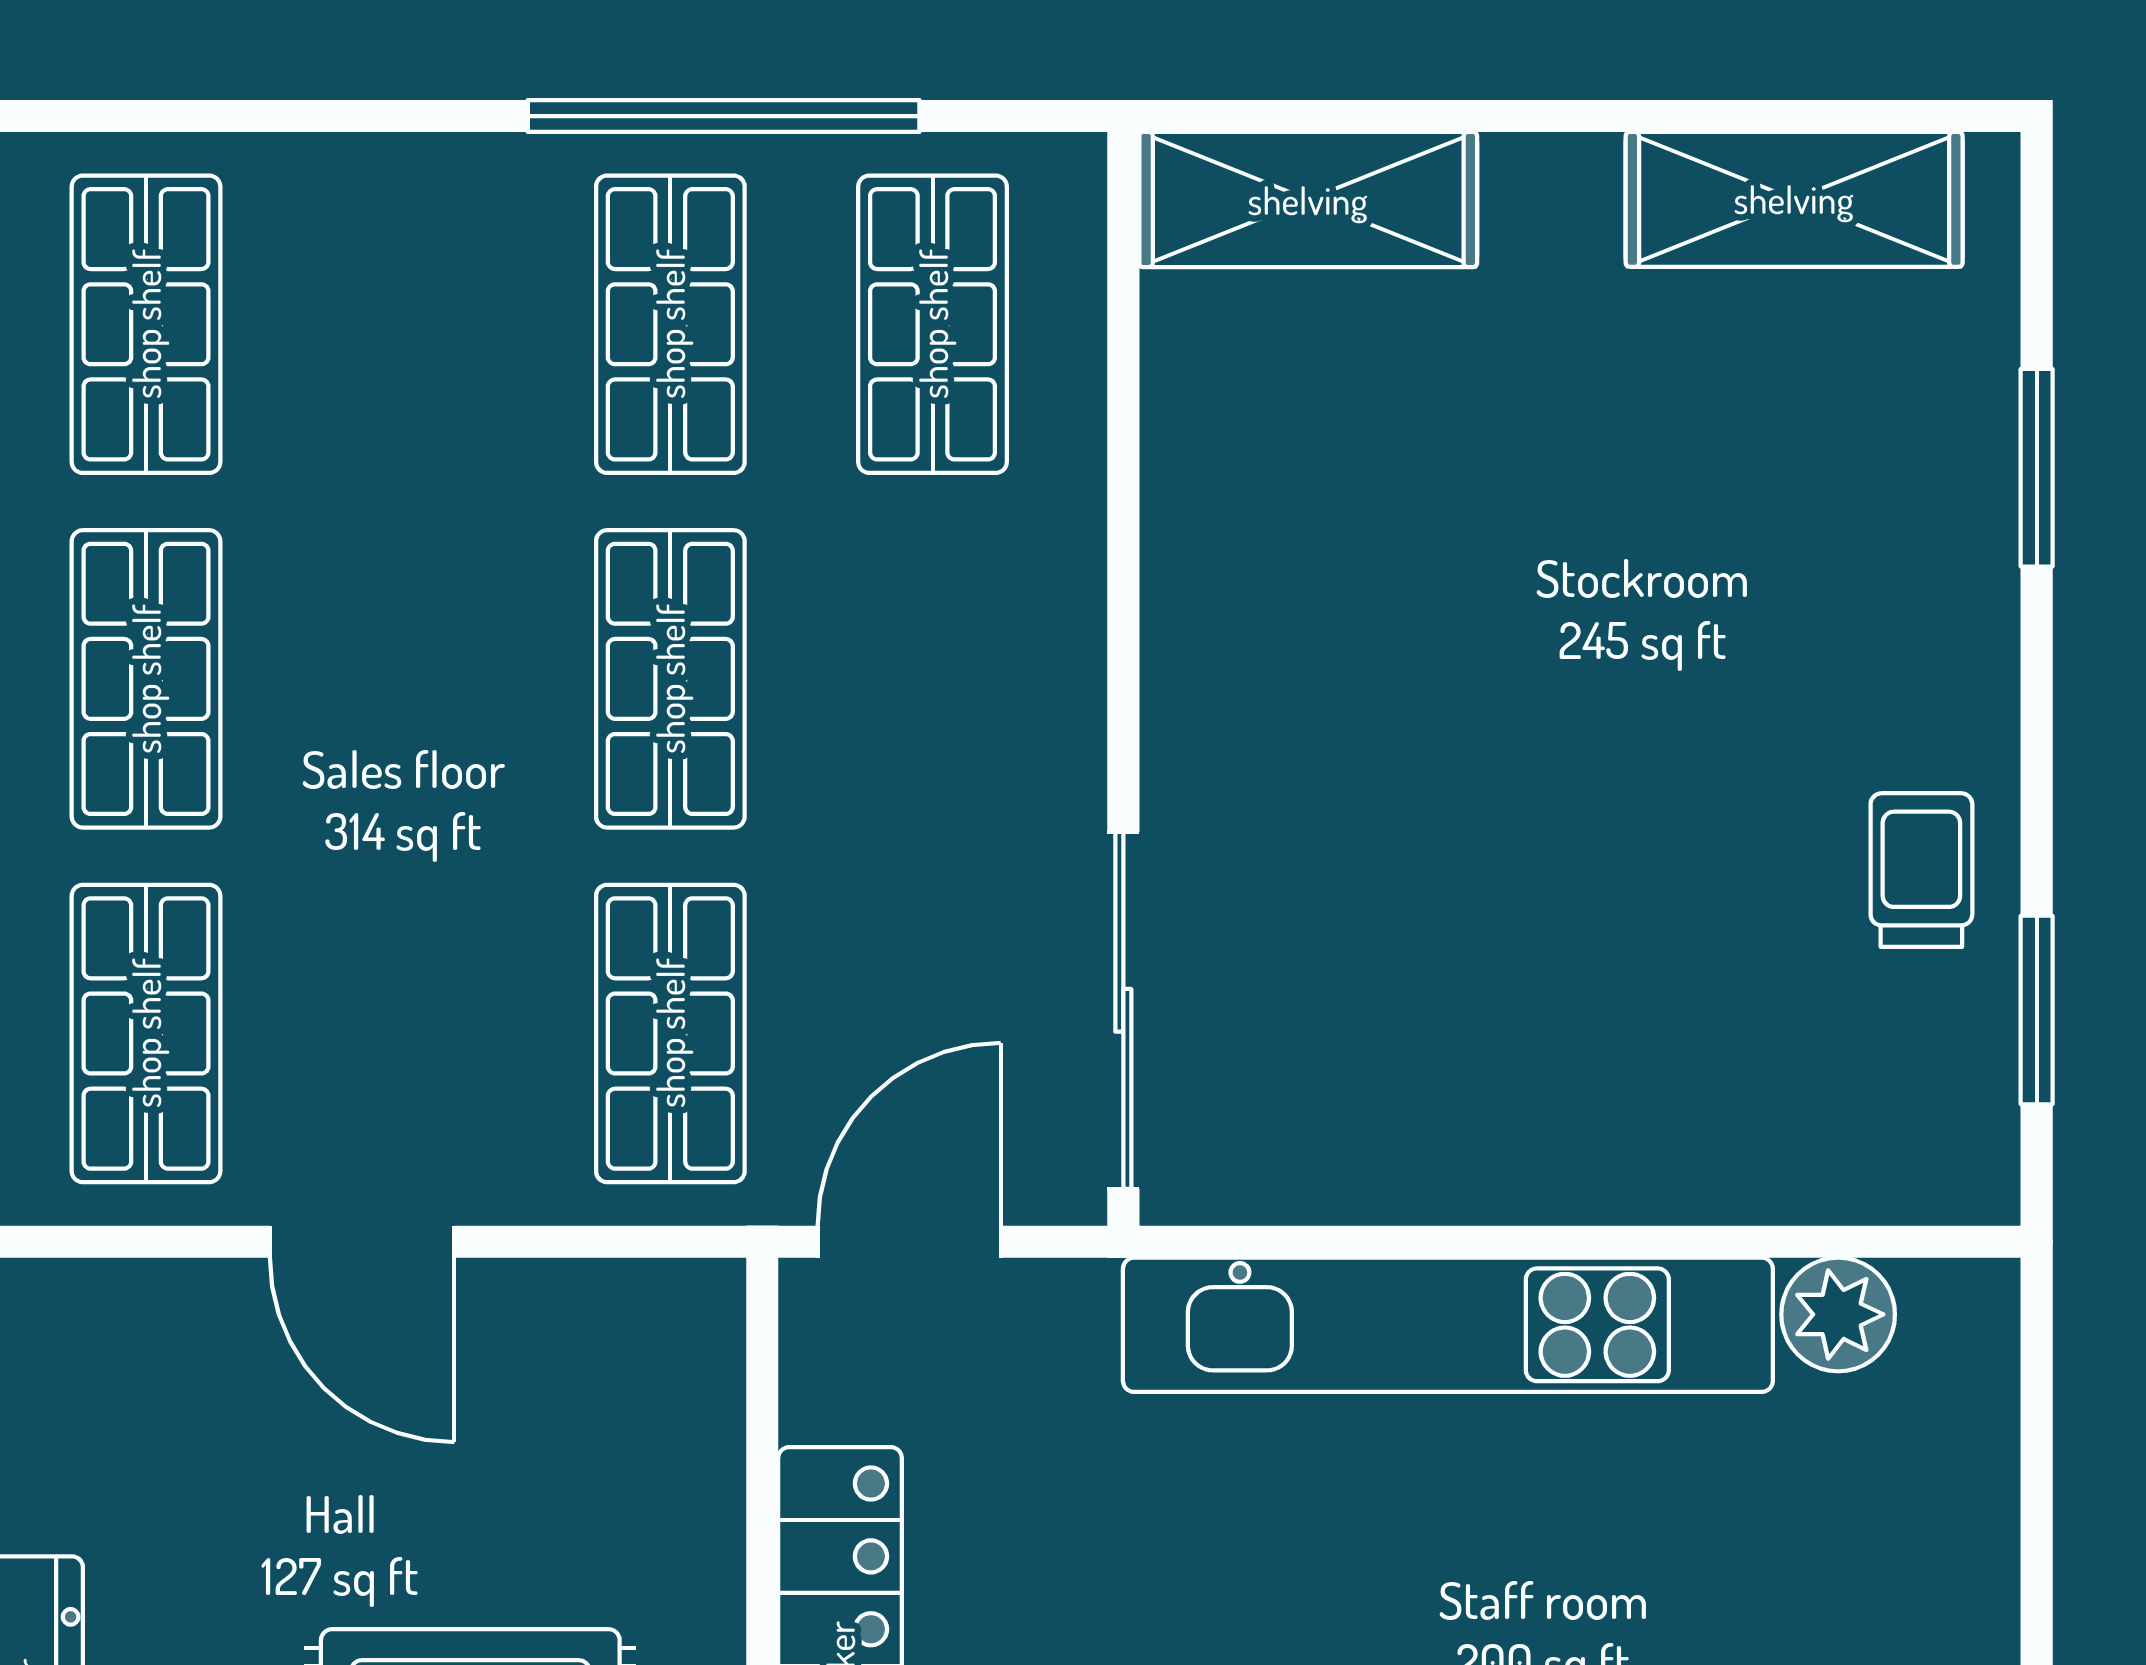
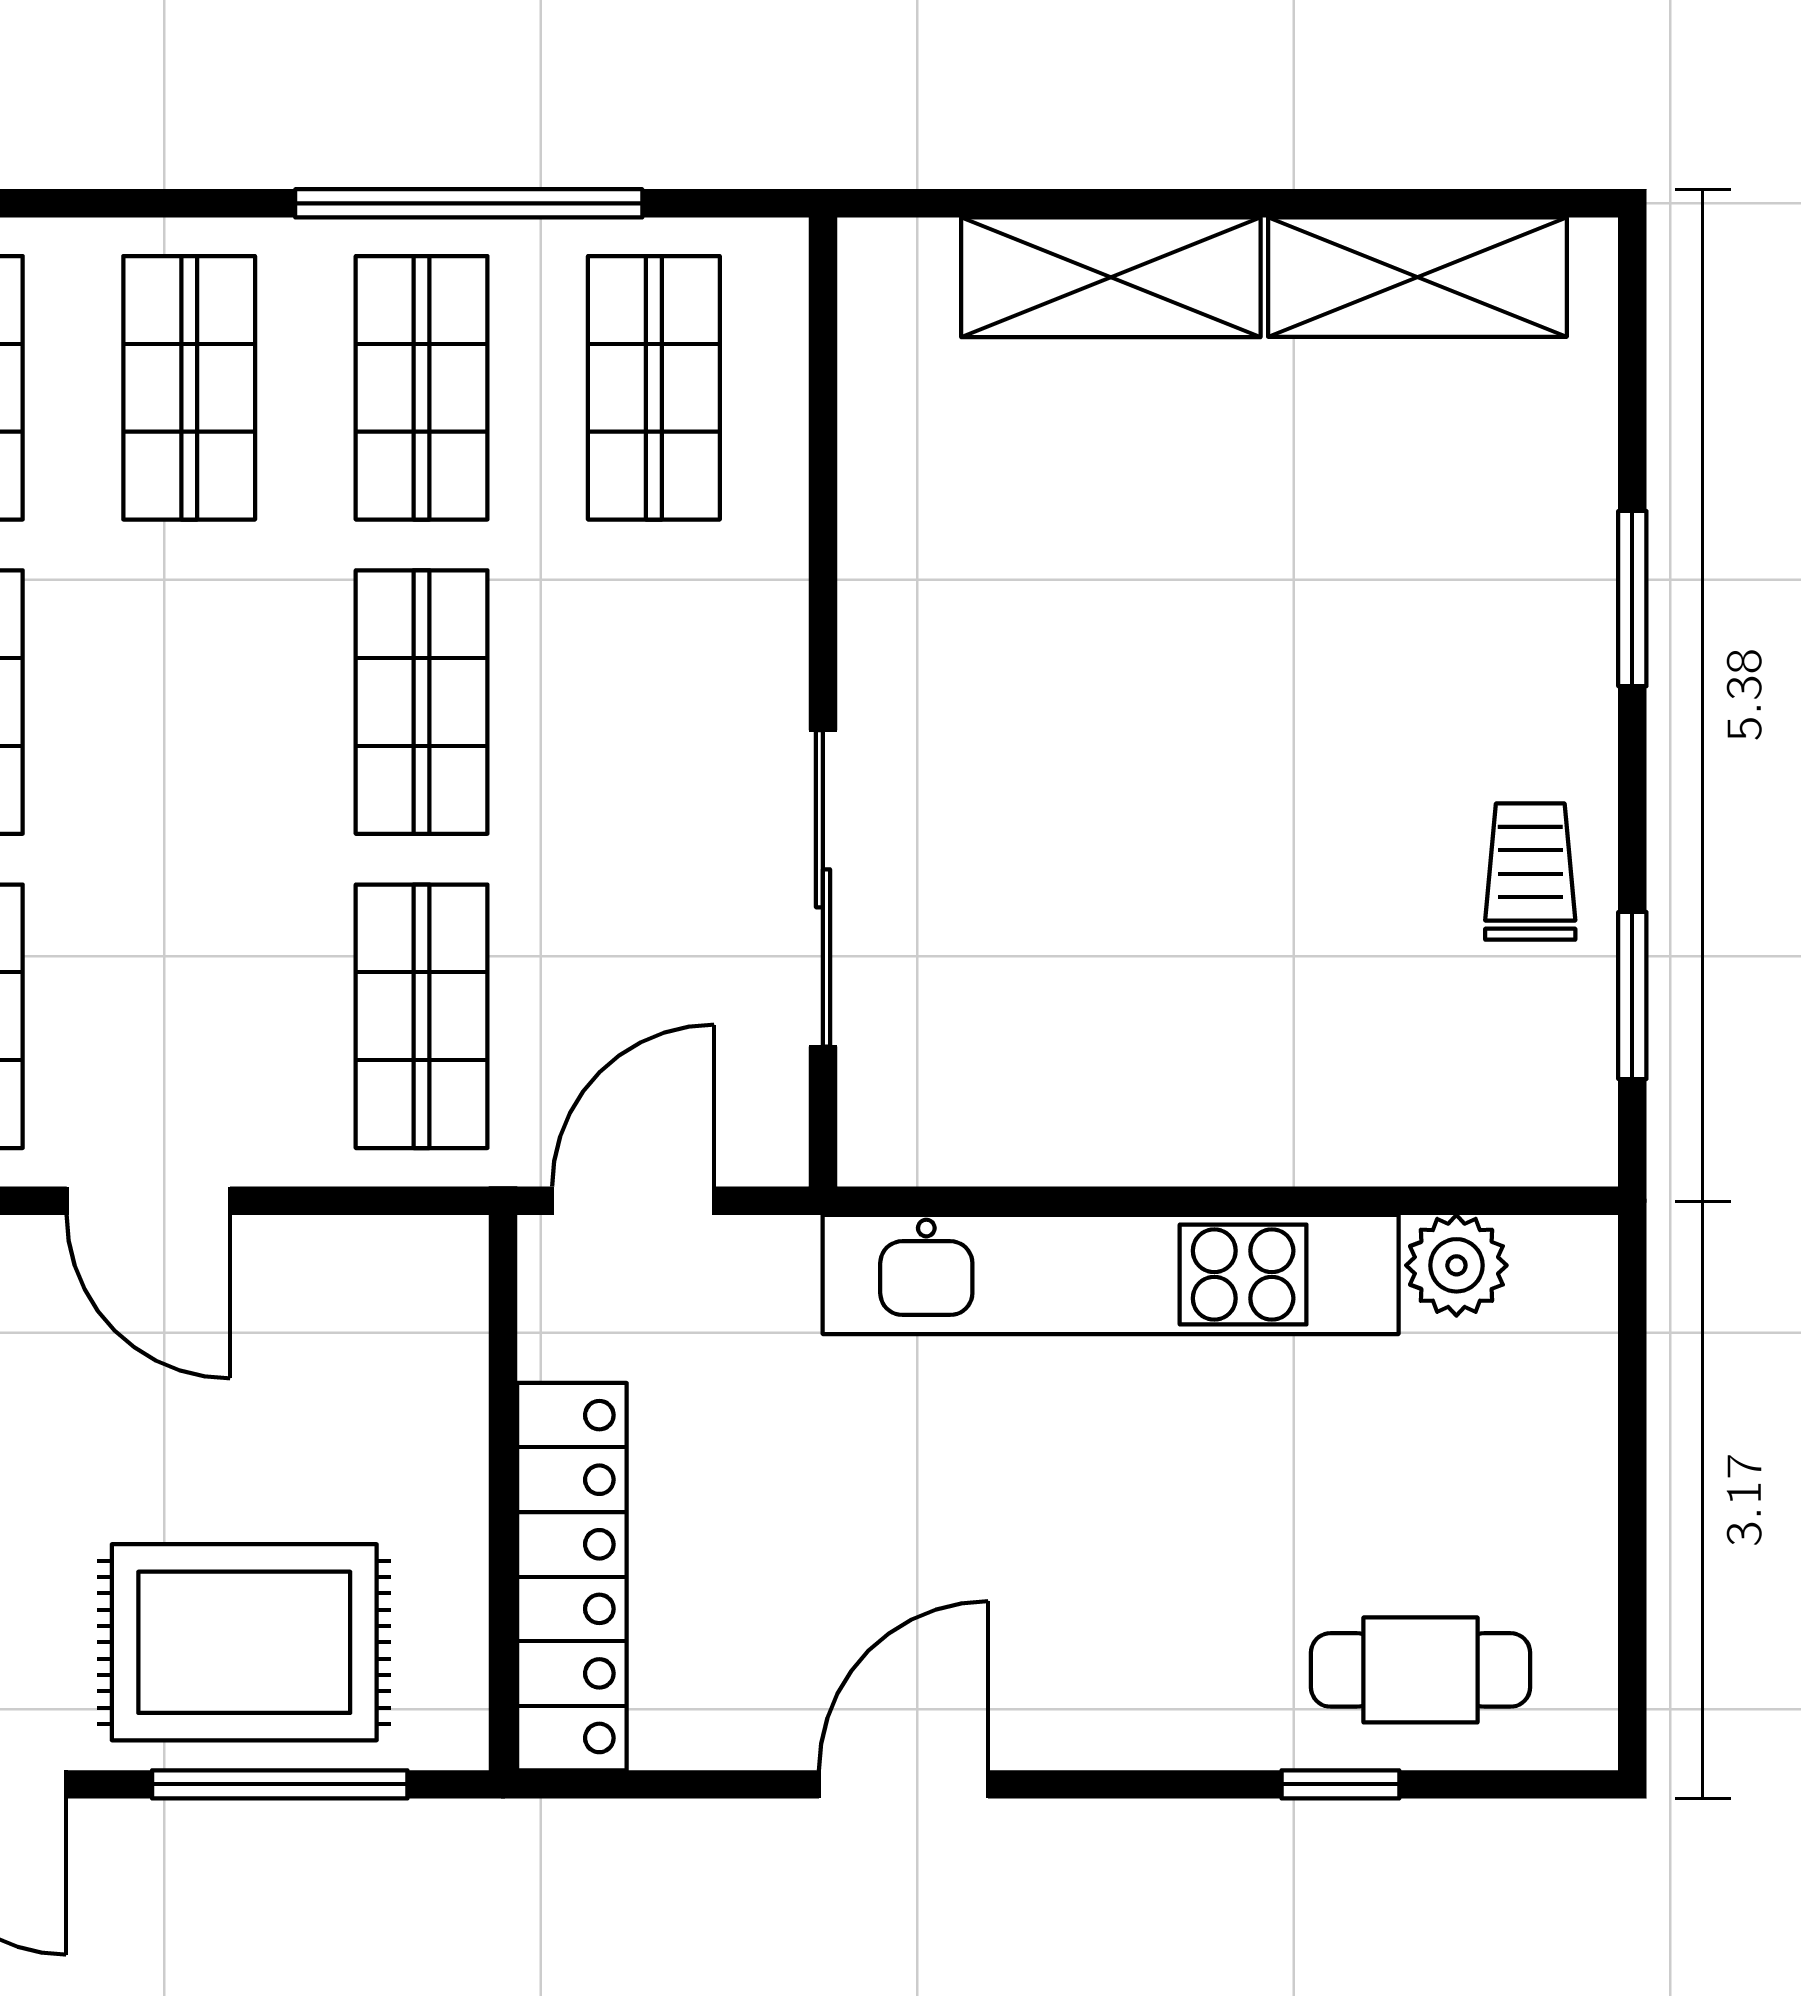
shelving: (1308, 200) -> (1111, 277), moved
shop shelf: (408, 324) -> (189, 388), added
window: (2037, 468) -> (1632, 599), moved
sliding door: (1123, 1010) -> (823, 888), moved

